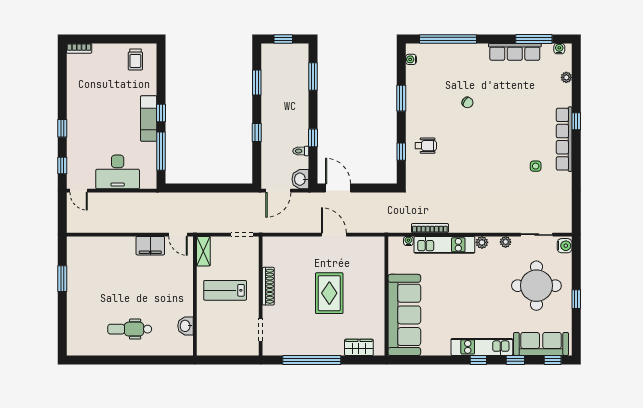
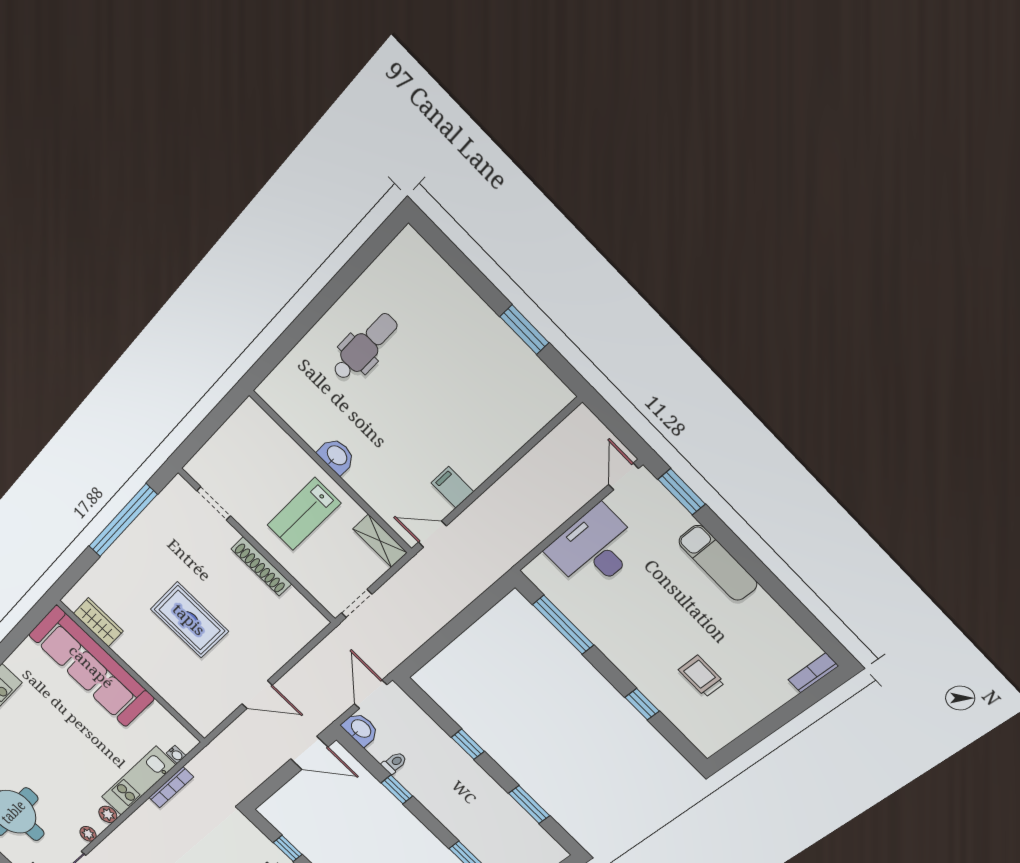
trolley: (135, 59) -> (701, 676), moved
window: (161, 113) -> (642, 704), moved
exam couch: (149, 119) -> (718, 563), moved, turned 180
window: (62, 128) -> (732, 544), removed
window: (62, 166) -> (682, 492), width x1.50
door: (79, 191) -> (623, 477), hinge flipped
filing cabinet: (150, 246) -> (452, 487), width x0.50
lab bench: (225, 290) -> (304, 514), turned 180
washbasin: (186, 326) -> (336, 456), moved
wardrobe: (359, 347) -> (98, 622), moved, turned -90

